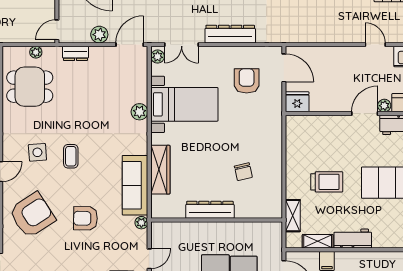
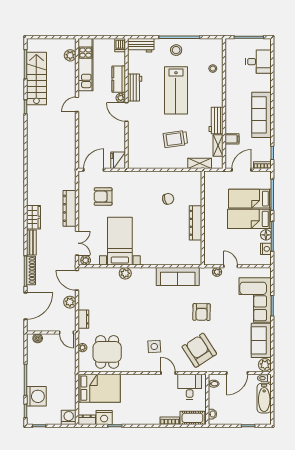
coffee table: (71, 156) -> (157, 323), removed
wardrobe: (160, 170) -> (167, 258), removed
trolley: (327, 182) -> (175, 139), turned -98
plant: (141, 223) -> (217, 272), moved

